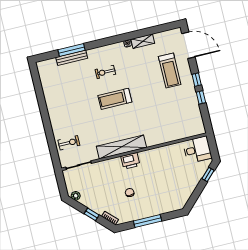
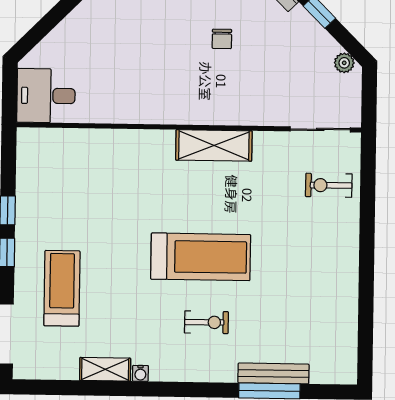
treadmill: (115, 99) -> (201, 257), width x1.37, depth x1.38
shelving: (121, 147) -> (214, 145), width x0.68
printer: (130, 161) -> (202, 109), removed
window: (208, 174) -> (36, 34), removed

